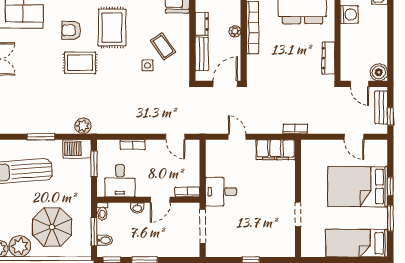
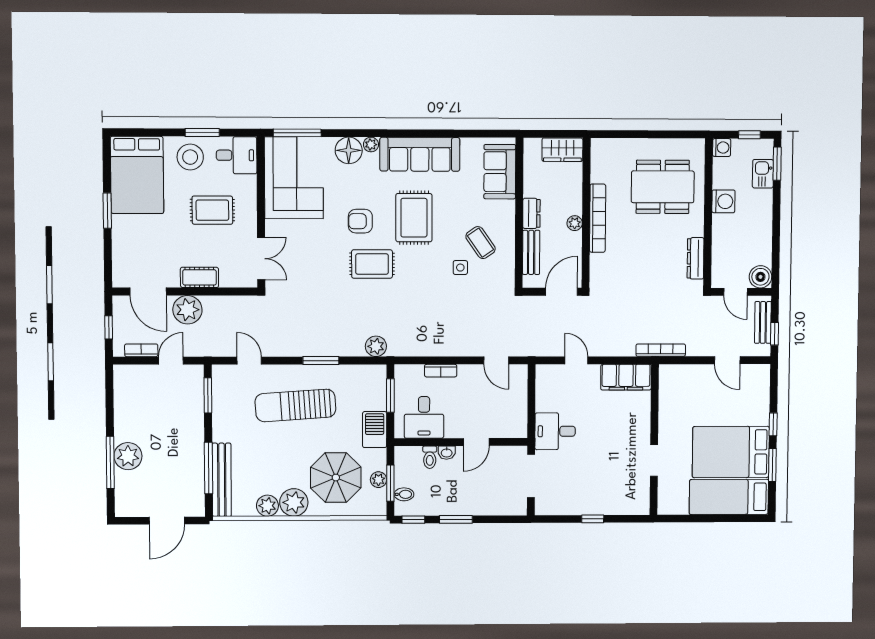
bookcase: (295, 129) -> (661, 350), width x1.56
barbecue: (77, 149) -> (375, 430), moved, turned 90
bed: (358, 187) -> (731, 452), moved
bookcase: (187, 192) -> (512, 432), removed
toilet: (102, 211) -> (430, 457), moved
plant: (85, 229) -> (378, 480), added

